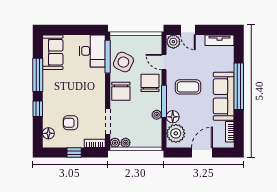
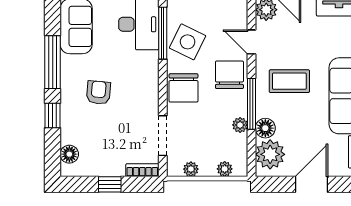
armchair: (71, 123) -> (98, 92), moved, turned 95
plant: (115, 143) -> (225, 169), moved

